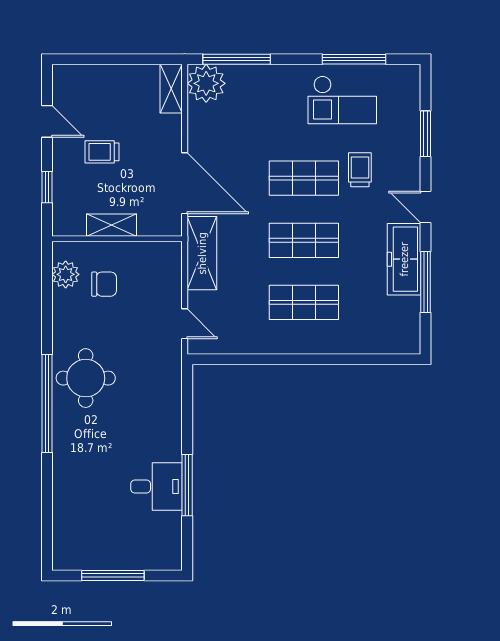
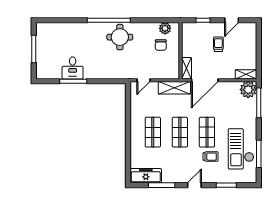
checkout: (342, 100) -> (241, 149), width x1.36, depth x1.21
shelving: (111, 225) -> (186, 68), moved
freezer: (404, 259) -> (146, 176), moved

